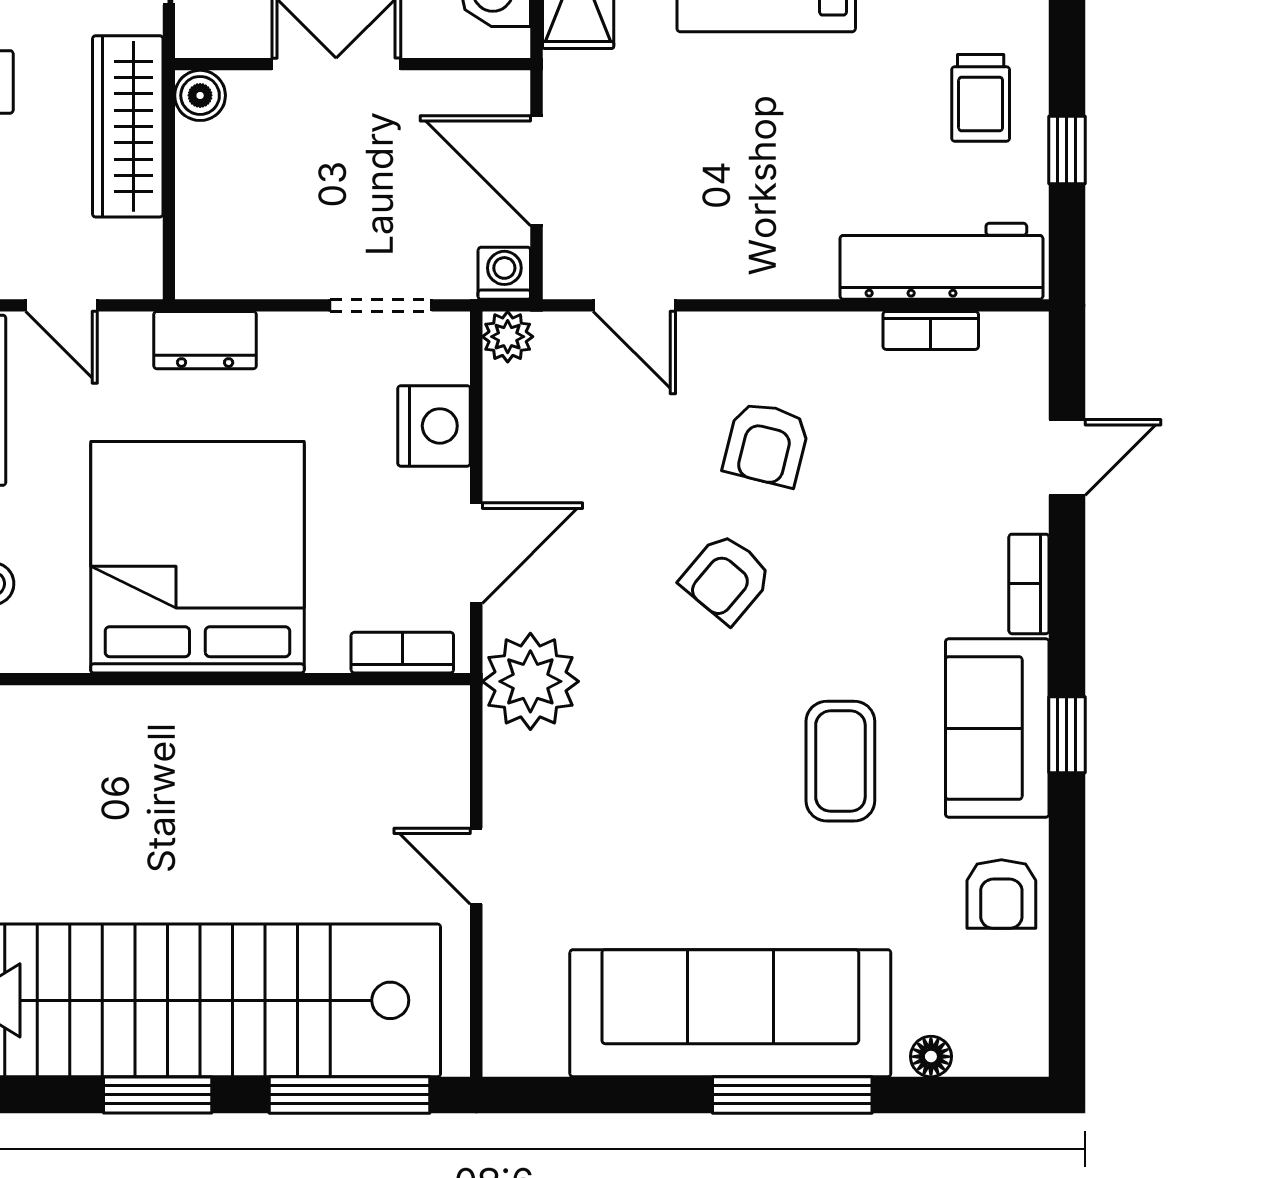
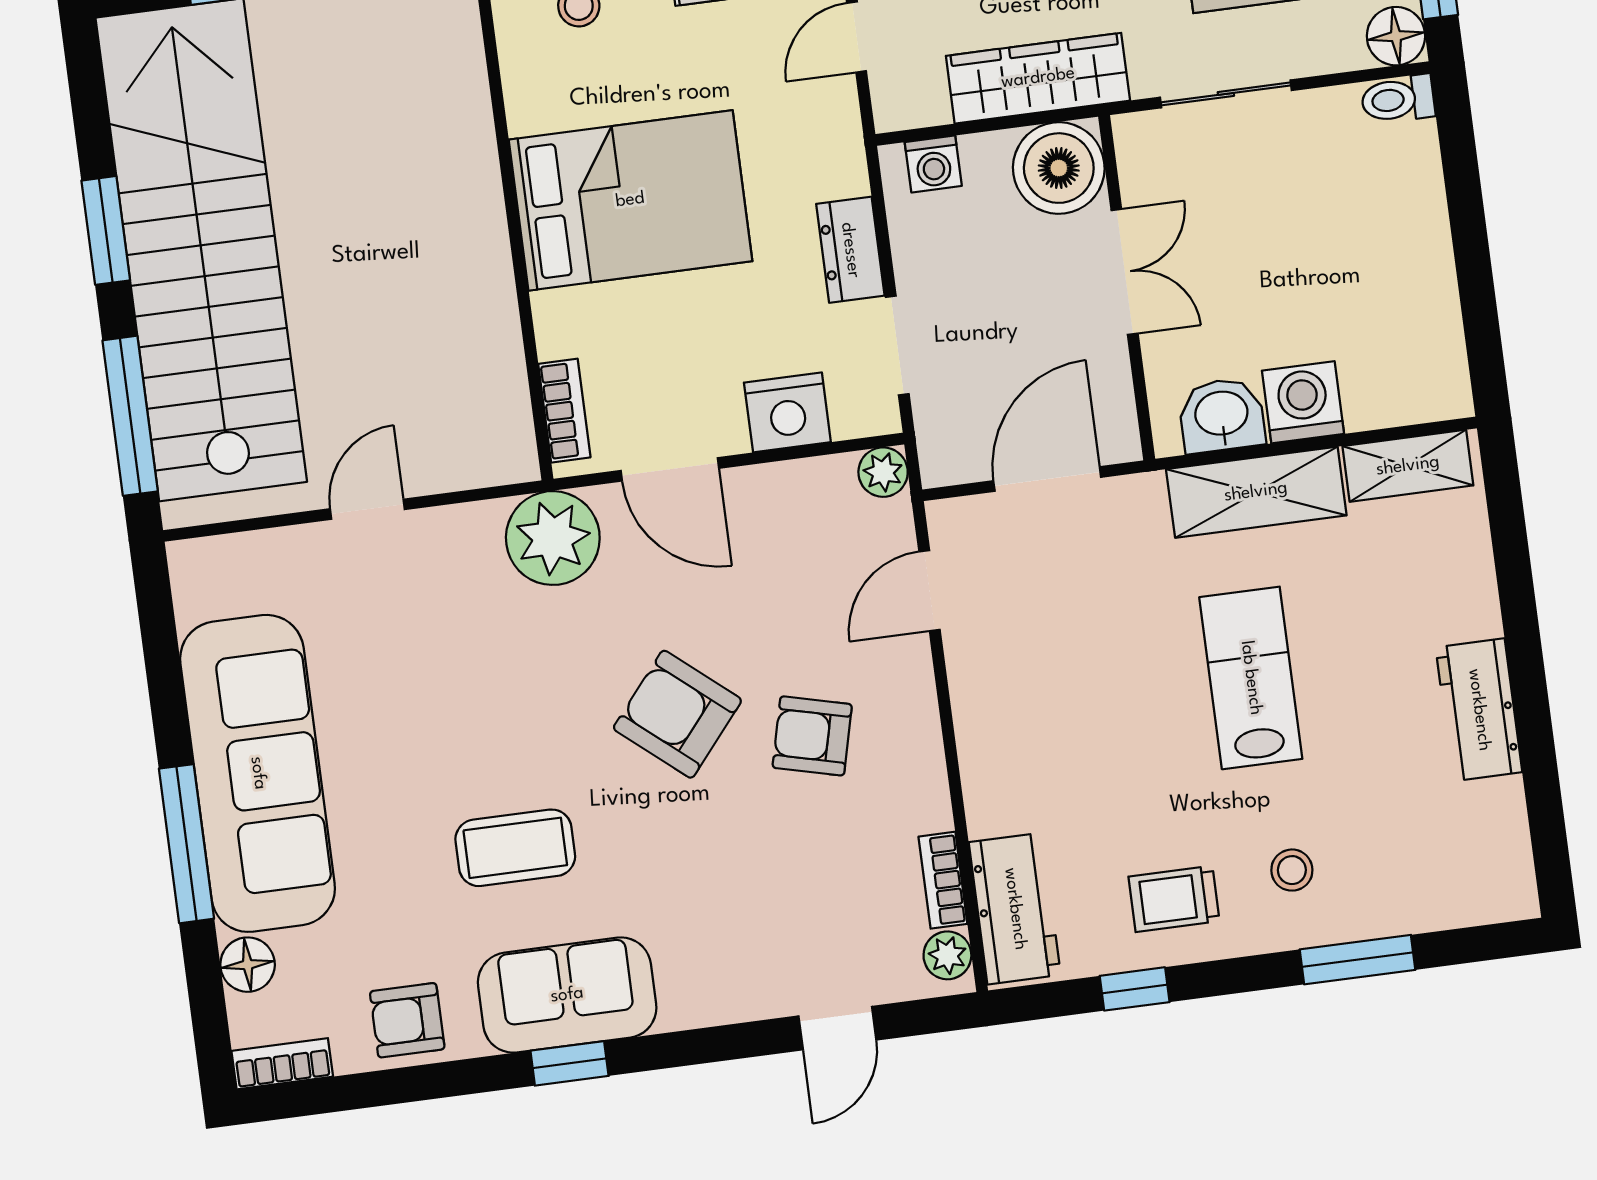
boiler: (200, 95) -> (1059, 168), width x1.86, depth x1.86
workbench: (941, 261) -> (1015, 909), width x0.73
washing machine: (504, 273) -> (933, 164), moved, turned 90
plant: (1008, 336) -> (947, 955), added
dresser: (205, 340) -> (850, 250), moved
door: (1067, 458) -> (837, 1028), hinge flipped
bed: (197, 557) -> (630, 200), width x0.73
armchair: (726, 578) -> (677, 714), width x1.38, depth x1.38
bookcase: (1029, 584) -> (282, 1064), moved
floor lamp: (931, 1057) -> (248, 965), width x1.37, depth x1.37

